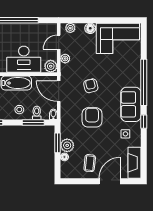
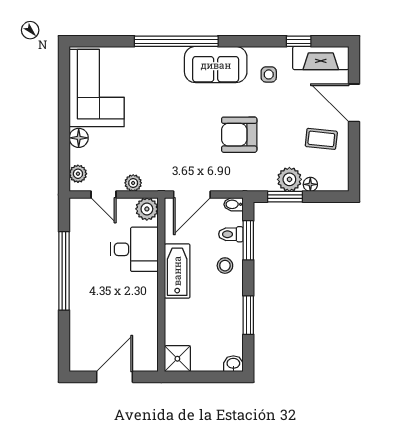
desk: (24, 59) -> (134, 249), width x0.73
armchair: (91, 86) -> (182, 137), removed
window: (144, 122) -> (299, 41), moved

